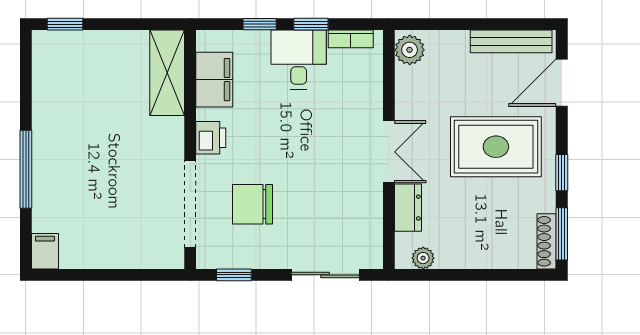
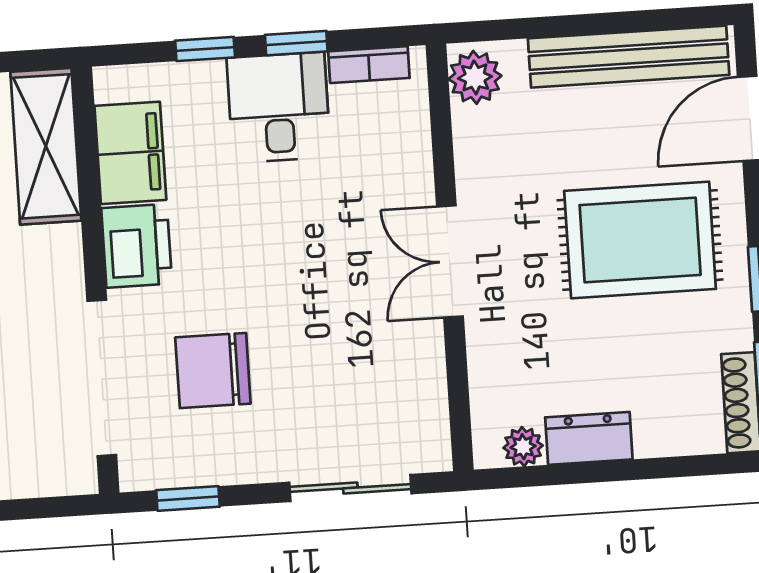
bench: (511, 41) -> (629, 57), width x1.37, depth x1.21
printer: (211, 138) -> (137, 246), width x1.36, depth x1.24
double door: (389, 152) -> (450, 261), swing flipped
dresser: (408, 208) -> (589, 438), moved, turned -90

